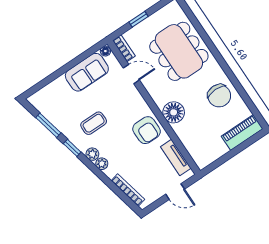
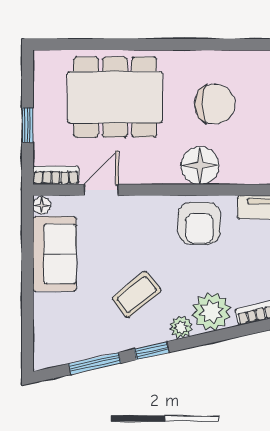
chair: (219, 96) -> (215, 104), moved
coffee table: (94, 123) -> (136, 294), turned 51
armchair: (147, 130) -> (199, 223), turned 90
plant: (102, 164) -> (211, 312), width x1.88, depth x1.88

